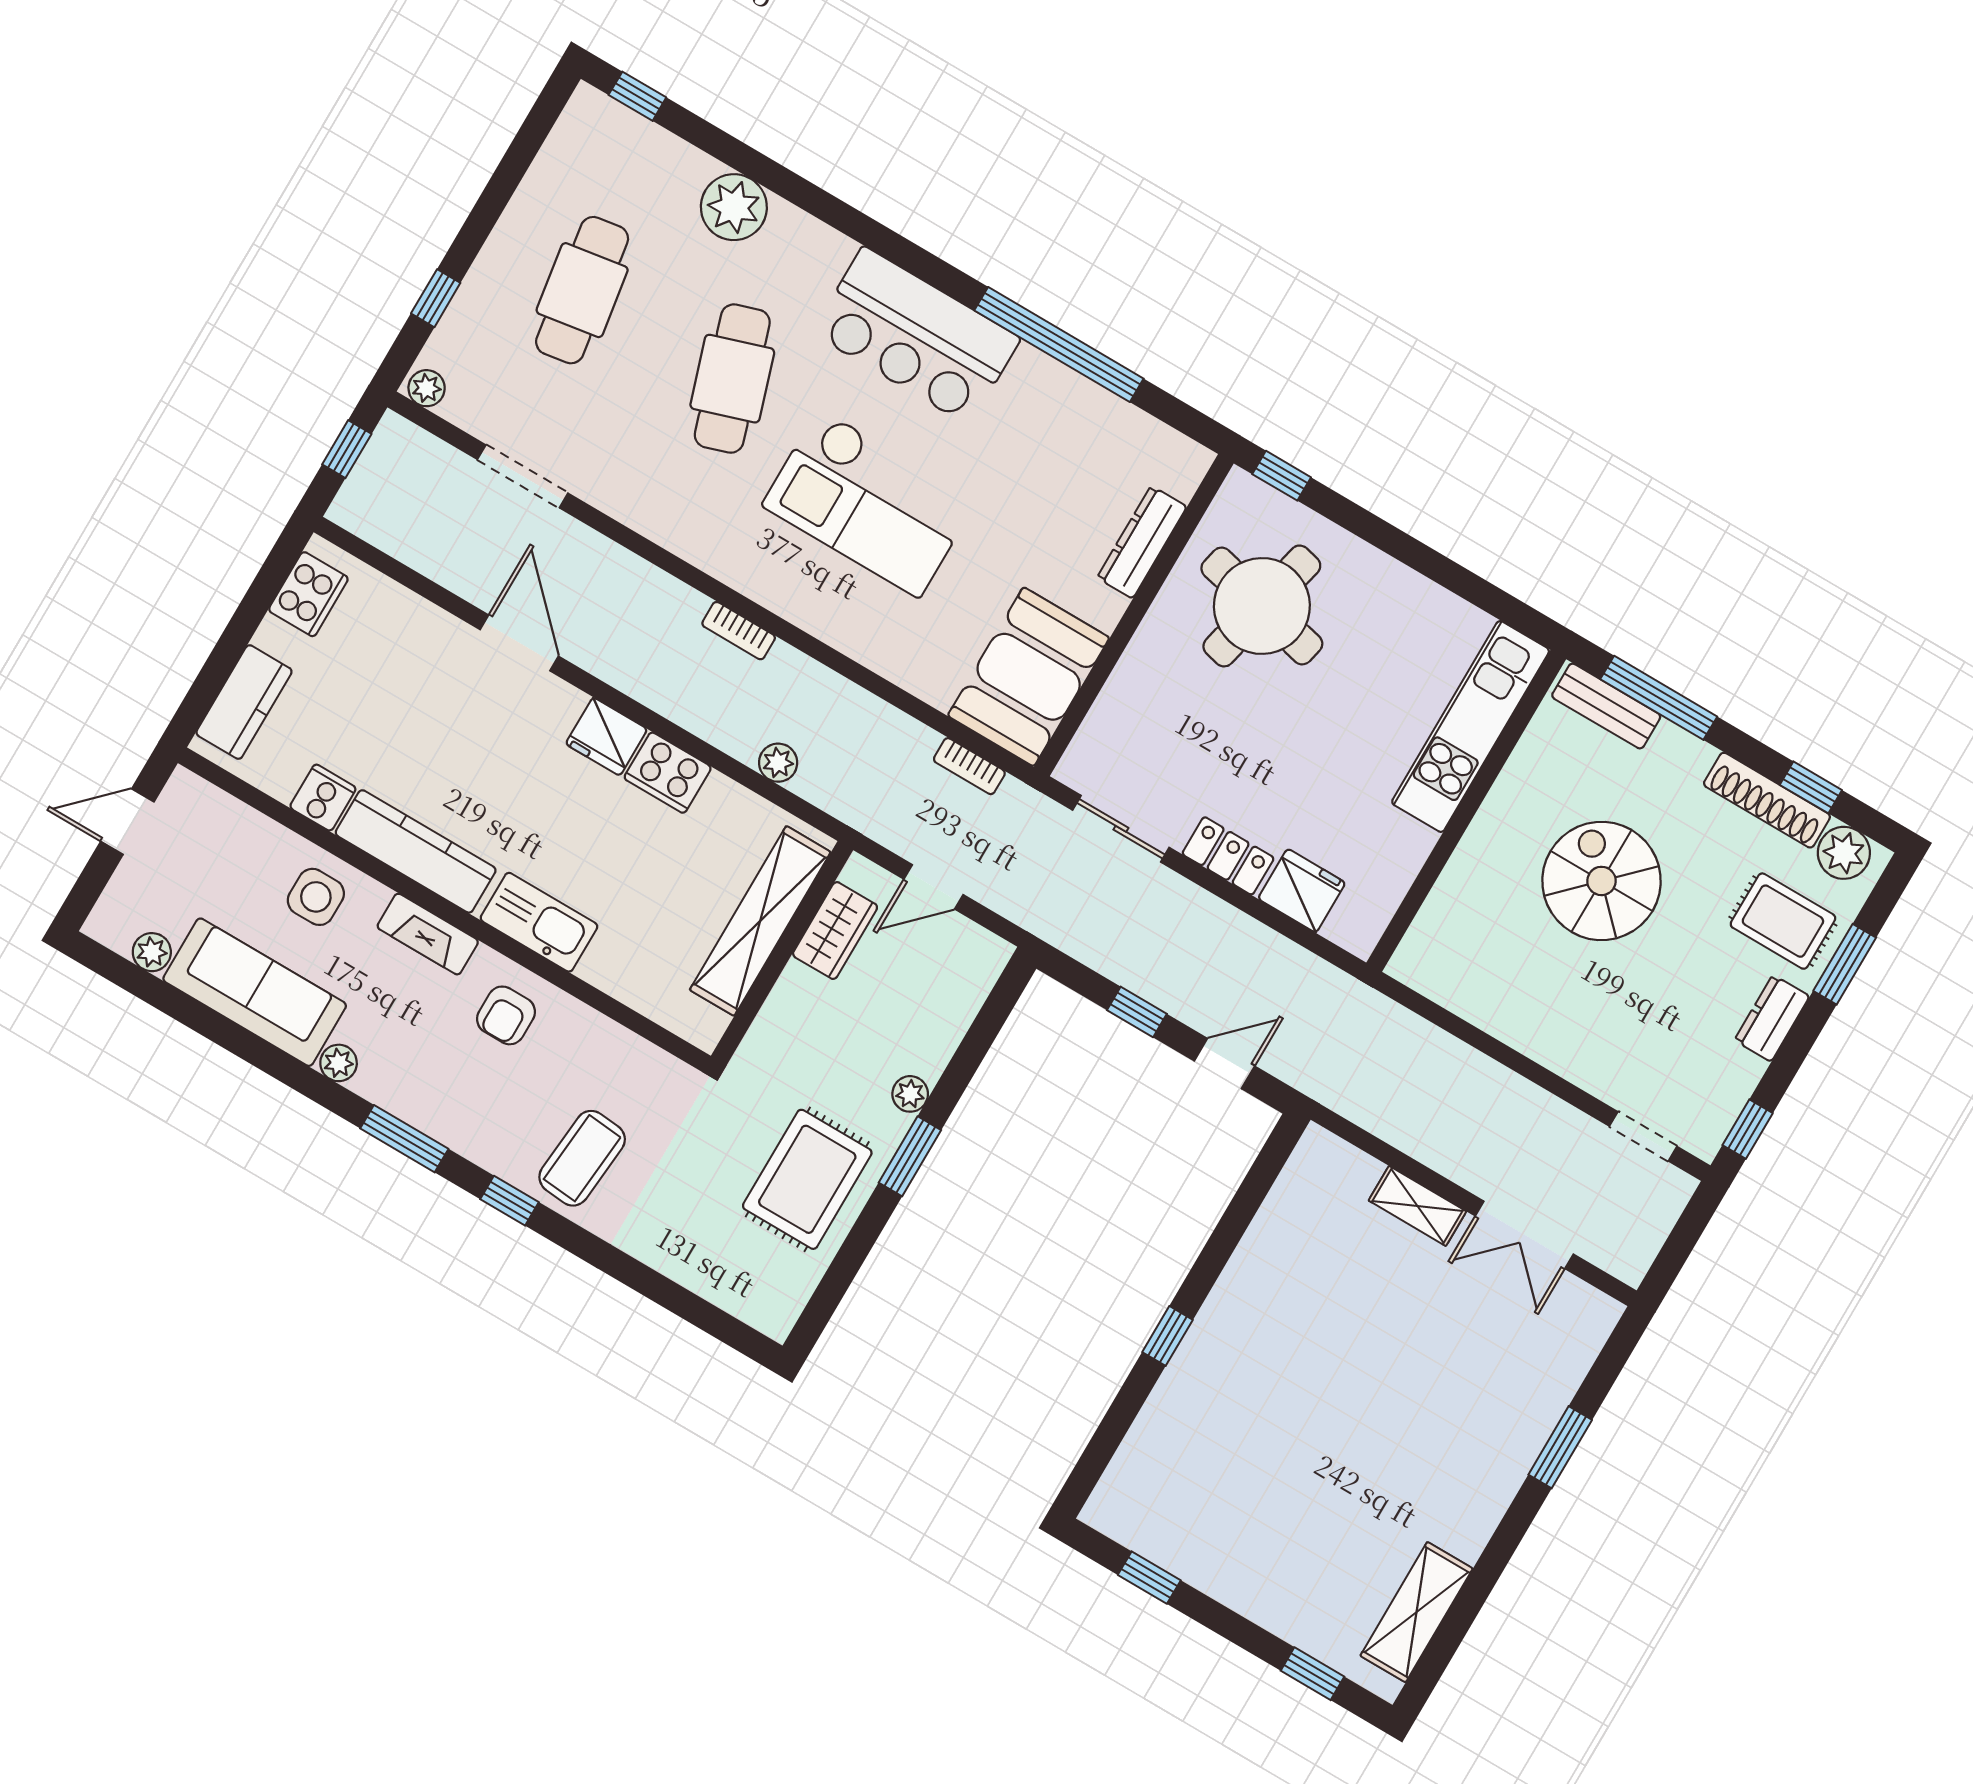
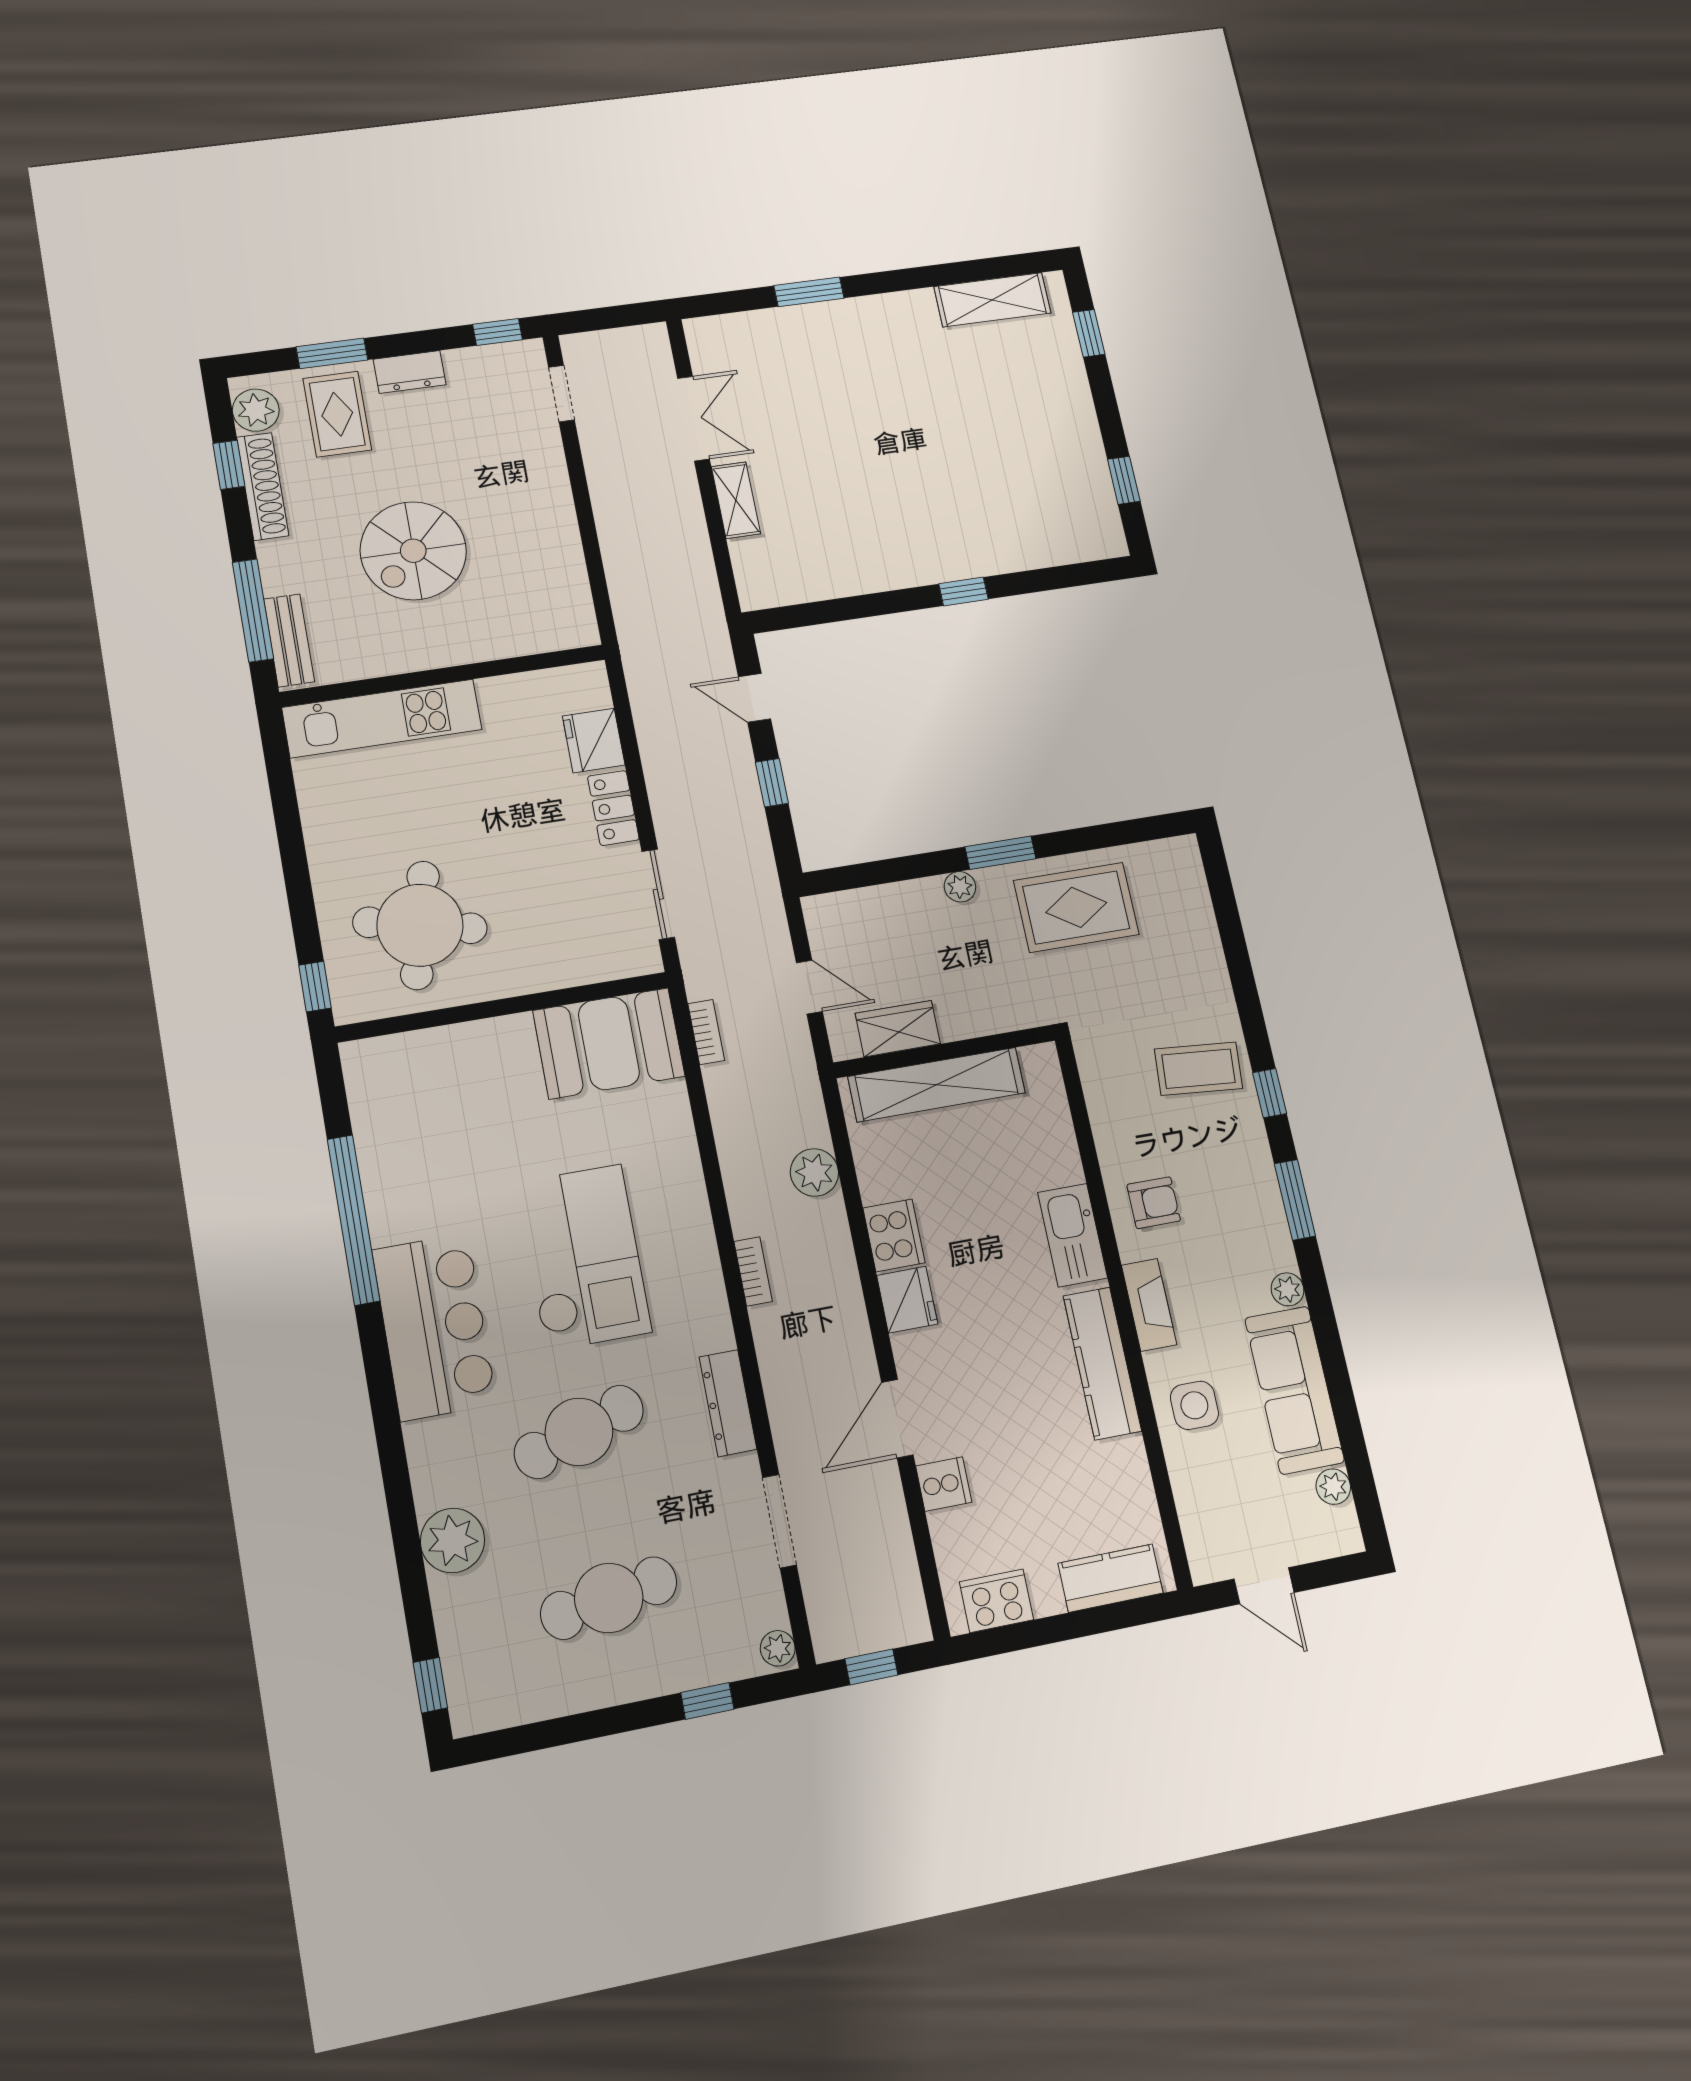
dresser: (1142, 542) -> (728, 1403), moved, turned 90
plant: (778, 763) -> (814, 1172), width x1.38, depth x1.38
cooker: (323, 798) -> (944, 1484), moved, turned 180

